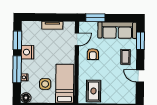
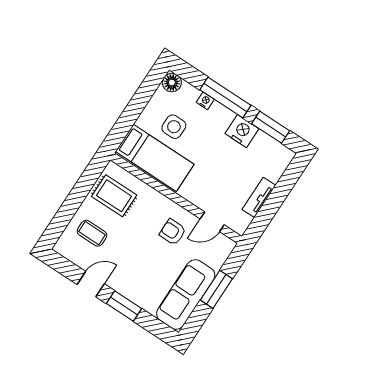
window: (95, 18) -> (216, 289), moved
door: (77, 39) -> (212, 222), hinge flipped
window: (140, 41) -> (124, 306), moved
coffee table: (125, 57) -> (92, 233), moved

